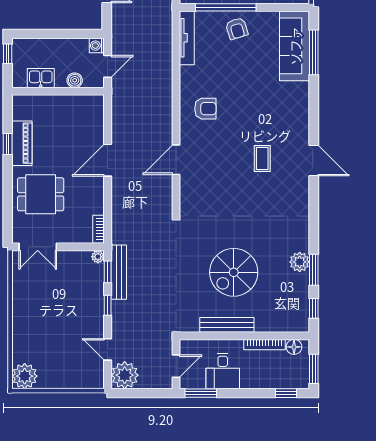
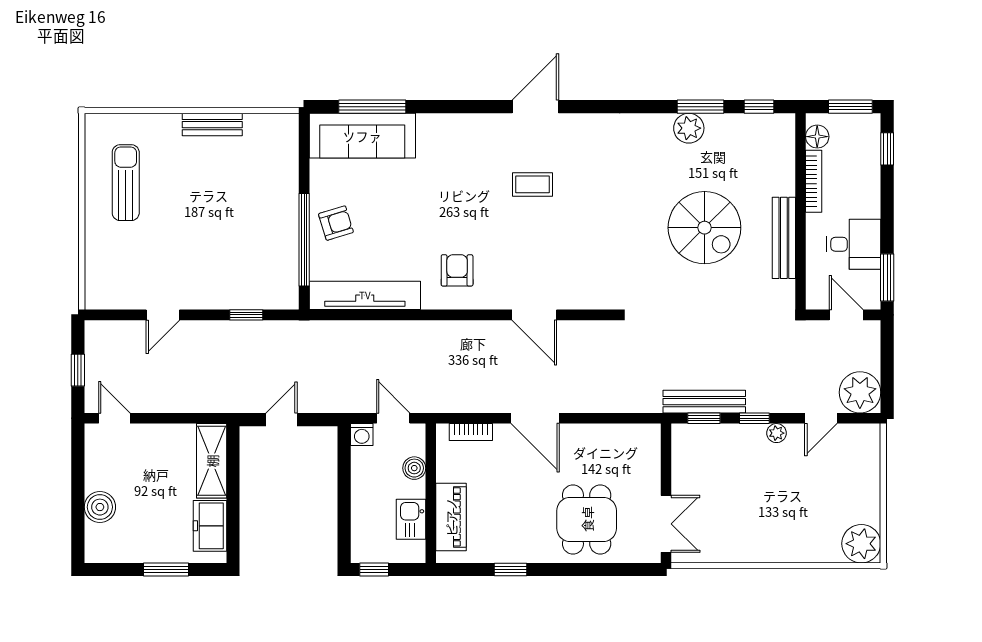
tv unit: (187, 38) -> (365, 295), width x1.36, depth x1.29
piano: (22, 143) -> (451, 517), moved, turned 90
bookcase: (98, 229) -> (471, 432), moved
plant: (98, 257) -> (776, 433), moved

